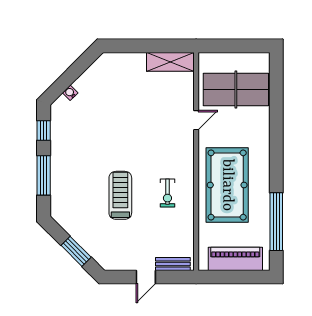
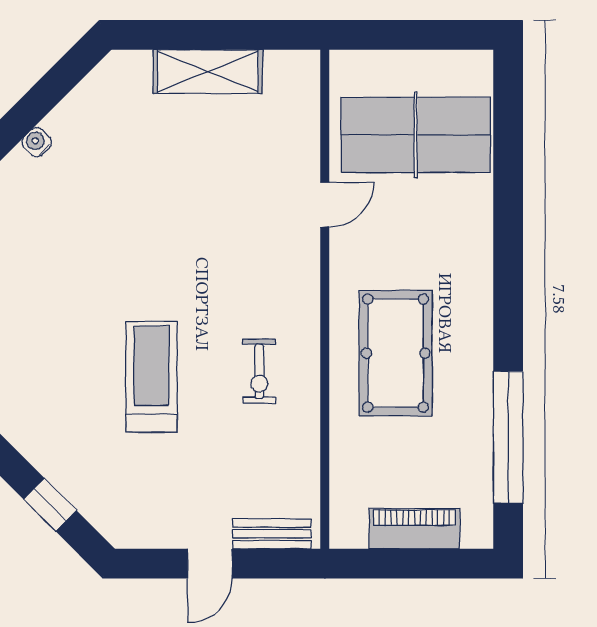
shelving: (170, 62) -> (208, 71), moved
pool table: (227, 185) -> (396, 353), width x0.73, depth x0.76
window: (76, 251) -> (50, 505), width x0.67
piano: (235, 259) -> (414, 529), width x0.73, depth x0.75

